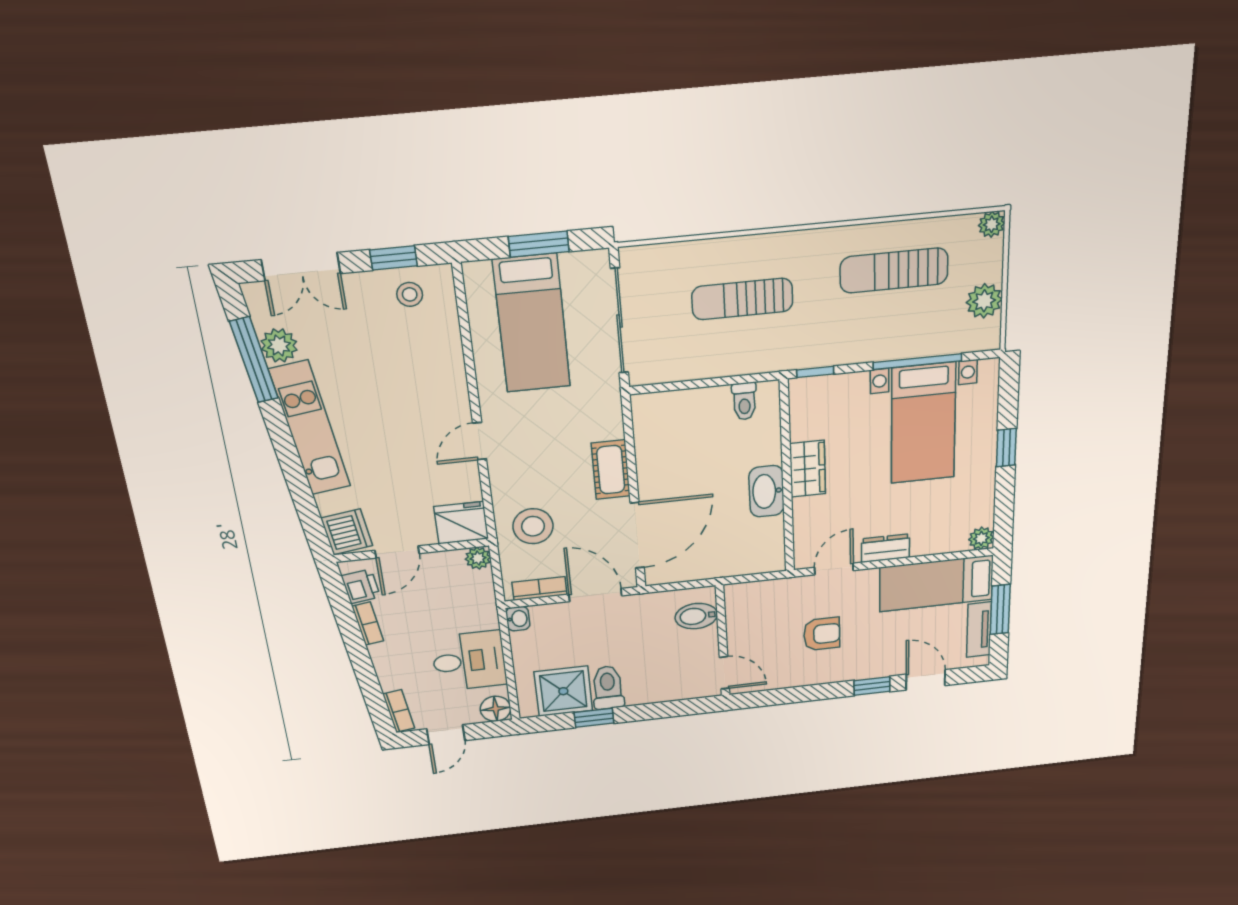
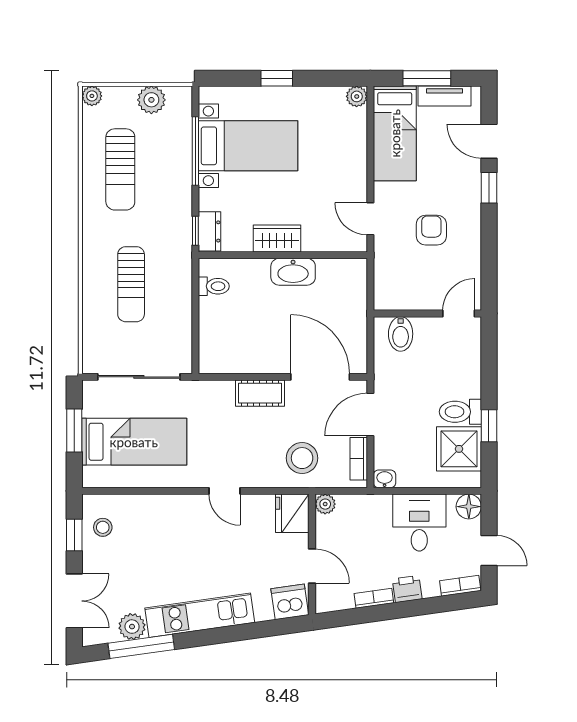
dresser: (885, 548) -> (210, 231), moved, turned 180
printer: (361, 586) -> (407, 589), moved
door: (926, 680) -> (489, 141), hinge flipped

